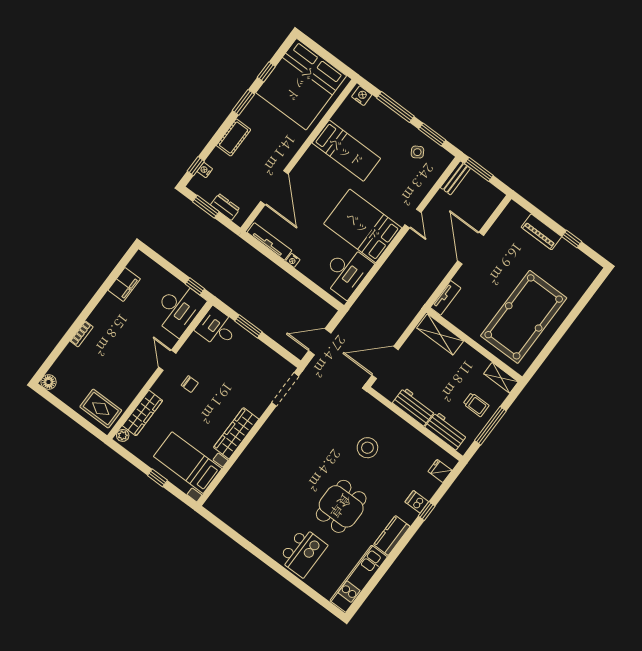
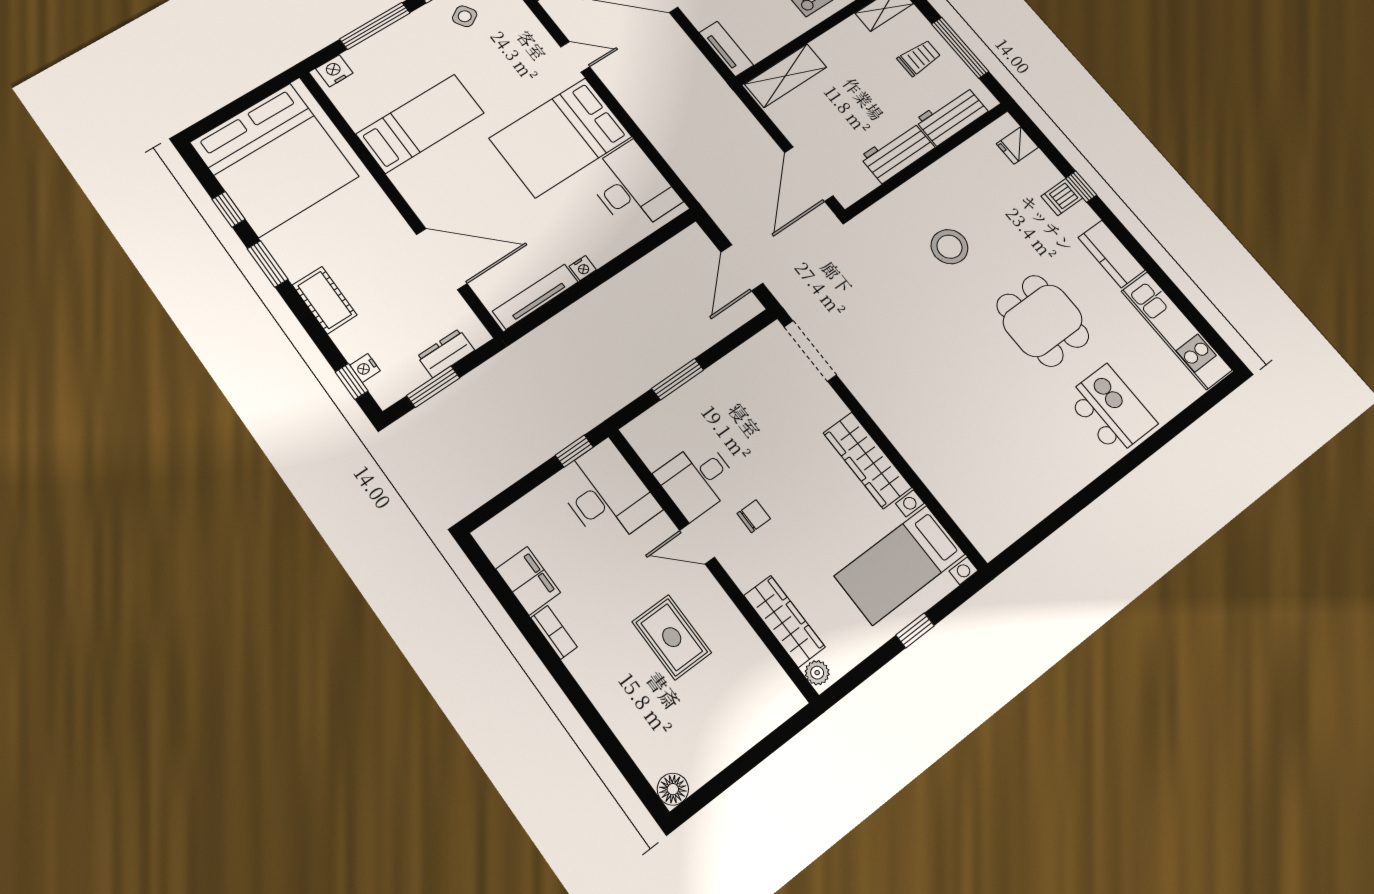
desk: (217, 328) -> (697, 479), moved
bookcase: (82, 334) -> (554, 632), moved
rug: (101, 409) -> (672, 637), moved, turned 90

